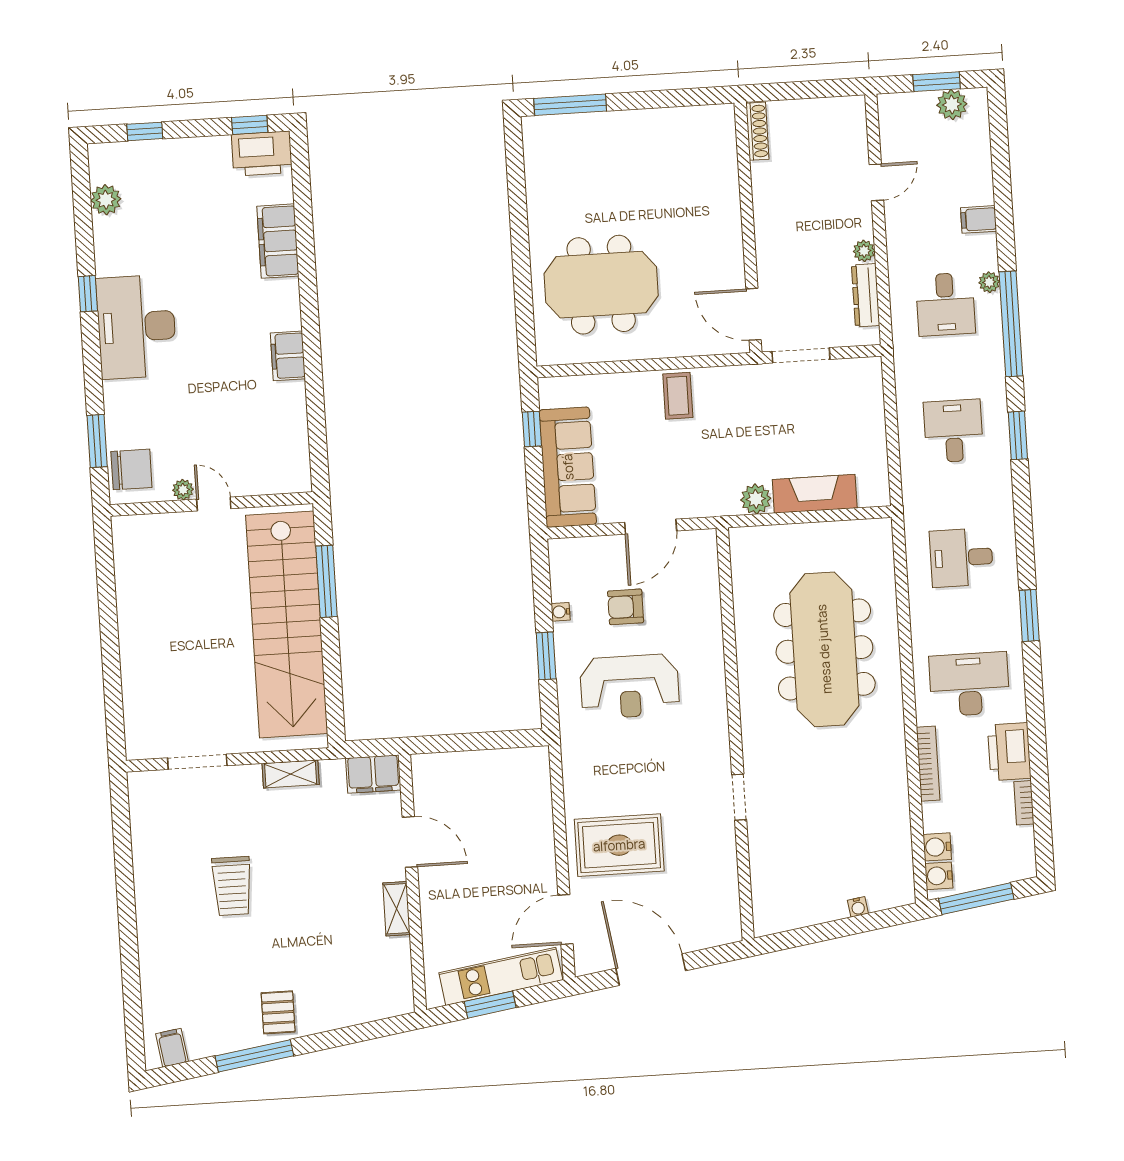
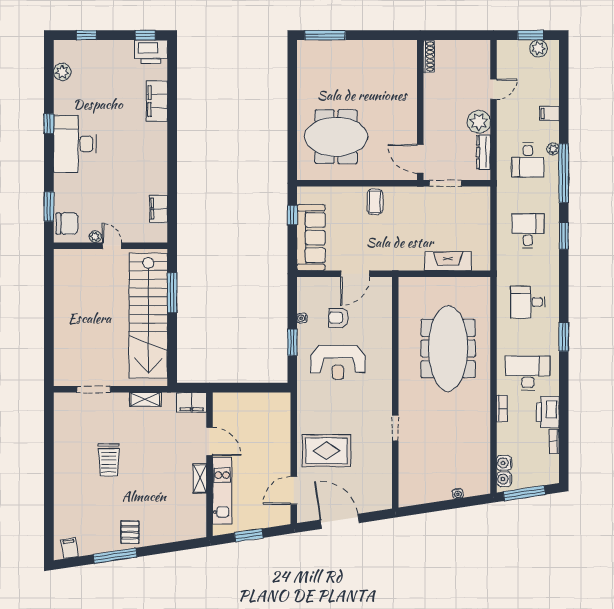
plant: (864, 251) -> (479, 122), width x1.88, depth x1.88
filing cabinet: (288, 356) -> (159, 209), moved
plant: (756, 499) -> (415, 262), removed
bookcase: (928, 764) -> (502, 408), width x0.64
kitchen unit: (501, 976) -> (222, 491), moved, turned 99

